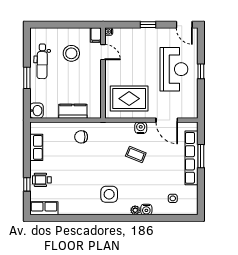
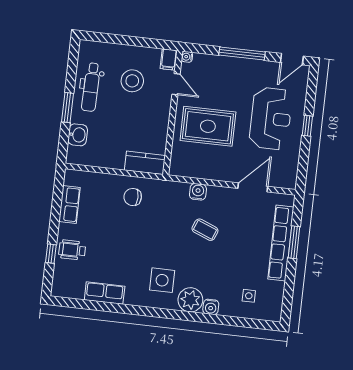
window: (148, 25) -> (242, 54), width x2.17
door: (184, 25) -> (292, 59), hinge flipped
rug: (129, 99) -> (208, 126), moved
washbasin: (37, 111) -> (78, 135), moved
kitchen counter: (73, 111) -> (145, 163), moved
door: (167, 120) -> (253, 187), swing flipped
water cooler: (141, 128) -> (198, 192), moved
row of seats: (44, 208) -> (105, 293), moved
plant: (135, 210) -> (190, 300), width x1.87, depth x1.87

